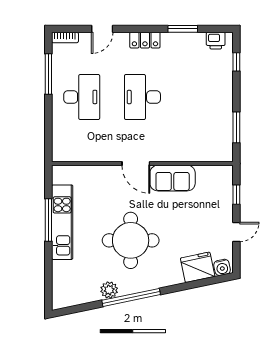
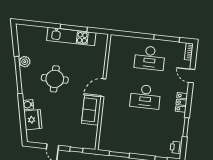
desk: (142, 97) -> (145, 97), turned 180
round table: (131, 240) -> (55, 79), width x0.73, depth x0.73
water cooler: (222, 267) -> (28, 105), moved

